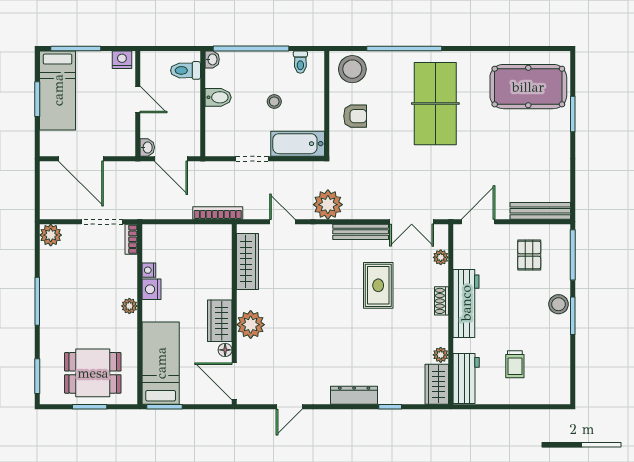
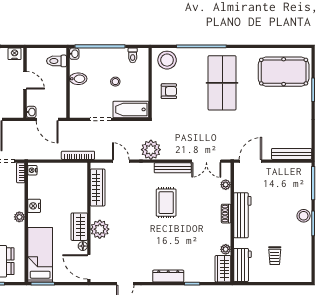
pallet: (529, 255) -> (284, 183), removed
nightstand: (149, 270) -> (32, 170), moved
rug: (378, 285) -> (166, 203), moved

